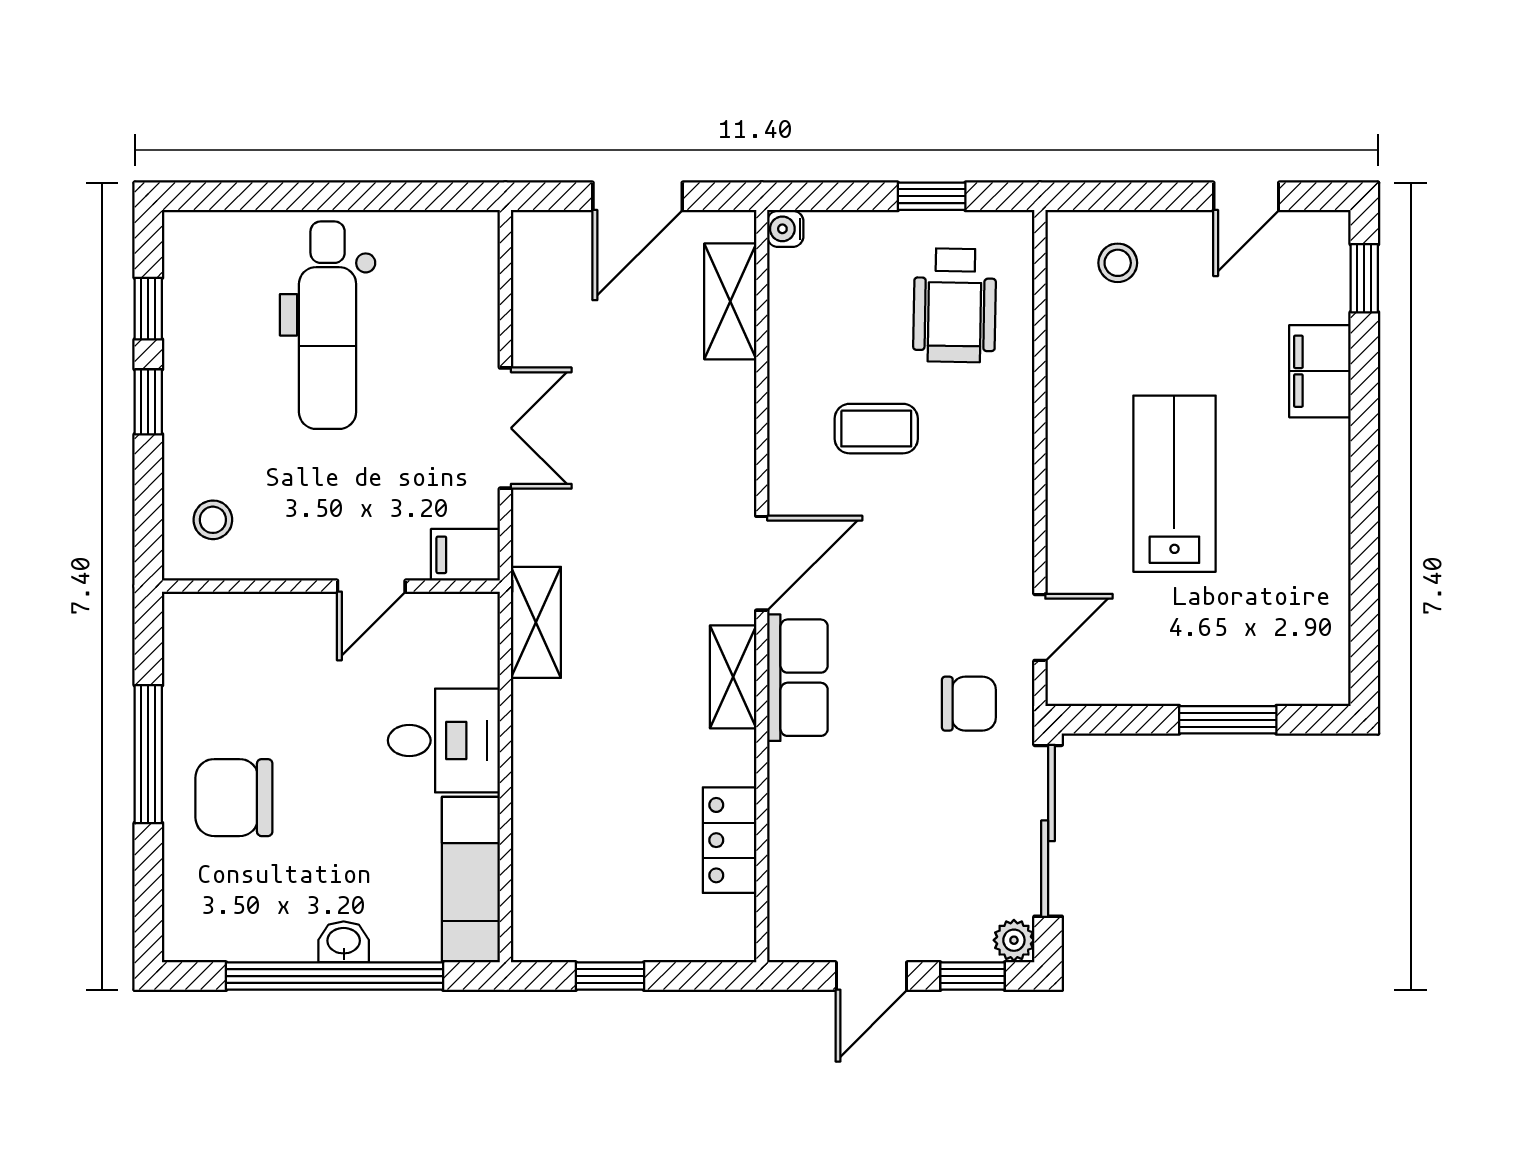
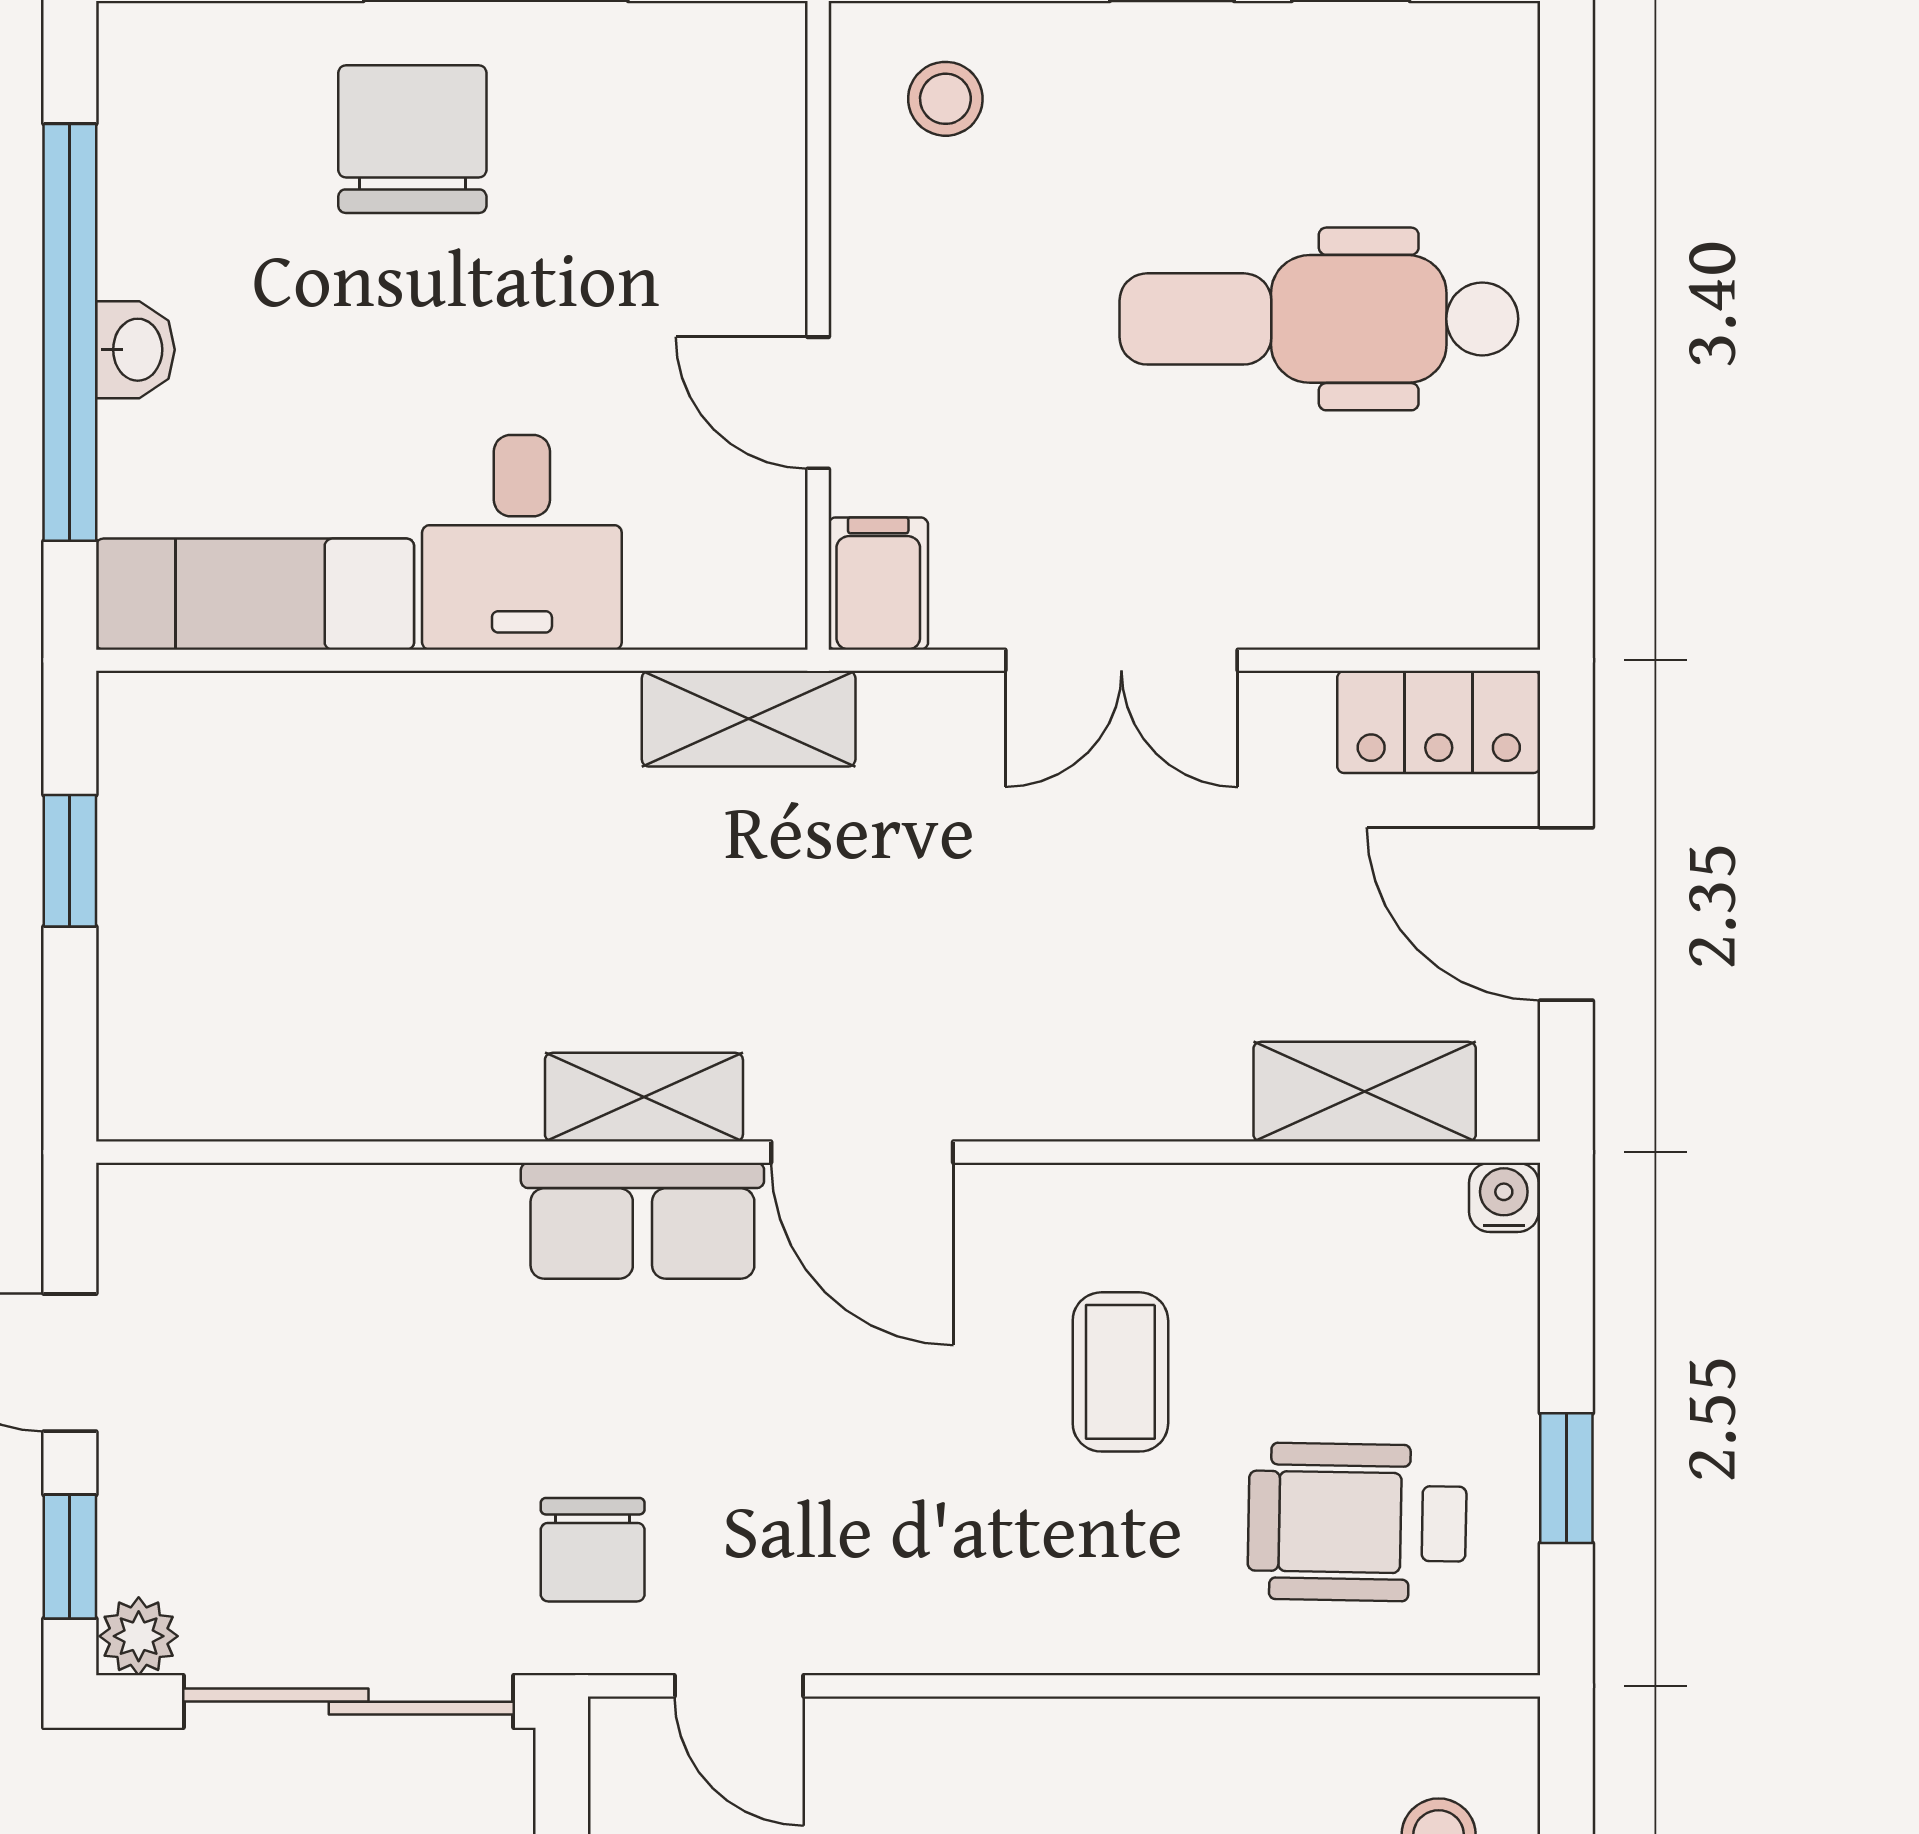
locker: (730, 840) -> (1439, 722), moved, turned 180

